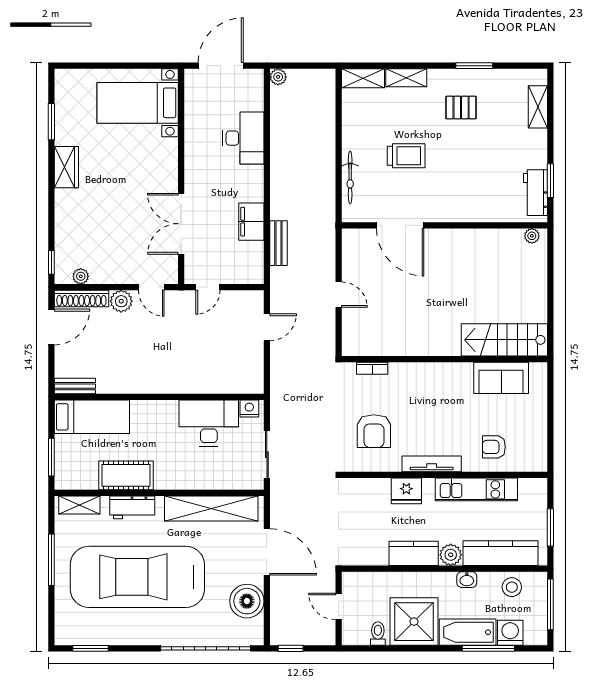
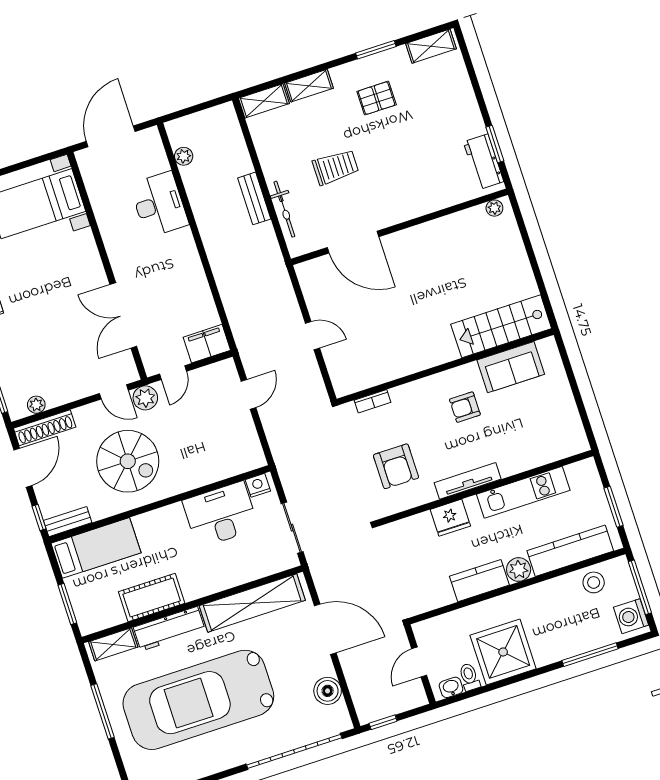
plant: (278, 77) -> (184, 156), moved
shelving: (538, 107) -> (431, 46), moved, turned 90
filing cabinet: (251, 222) -> (207, 344), moved, turned 90
bench: (278, 243) -> (254, 198), moved
plant: (121, 301) -> (145, 398), moved
spiral stairs: (144, 351) -> (128, 461), added
window: (51, 374) -> (39, 517), added
armchair: (494, 447) -> (465, 407), moved
workbench: (132, 507) -> (169, 629), width x1.38
washbasin: (467, 580) -> (451, 687), moved, turned 180
boiler: (247, 601) -> (328, 691), width x0.73, depth x0.73
door: (339, 607) -> (419, 662), hinge flipped
bathtub: (468, 632) -> (563, 645), removed
washing machine: (510, 633) -> (631, 616), moved, turned -90

